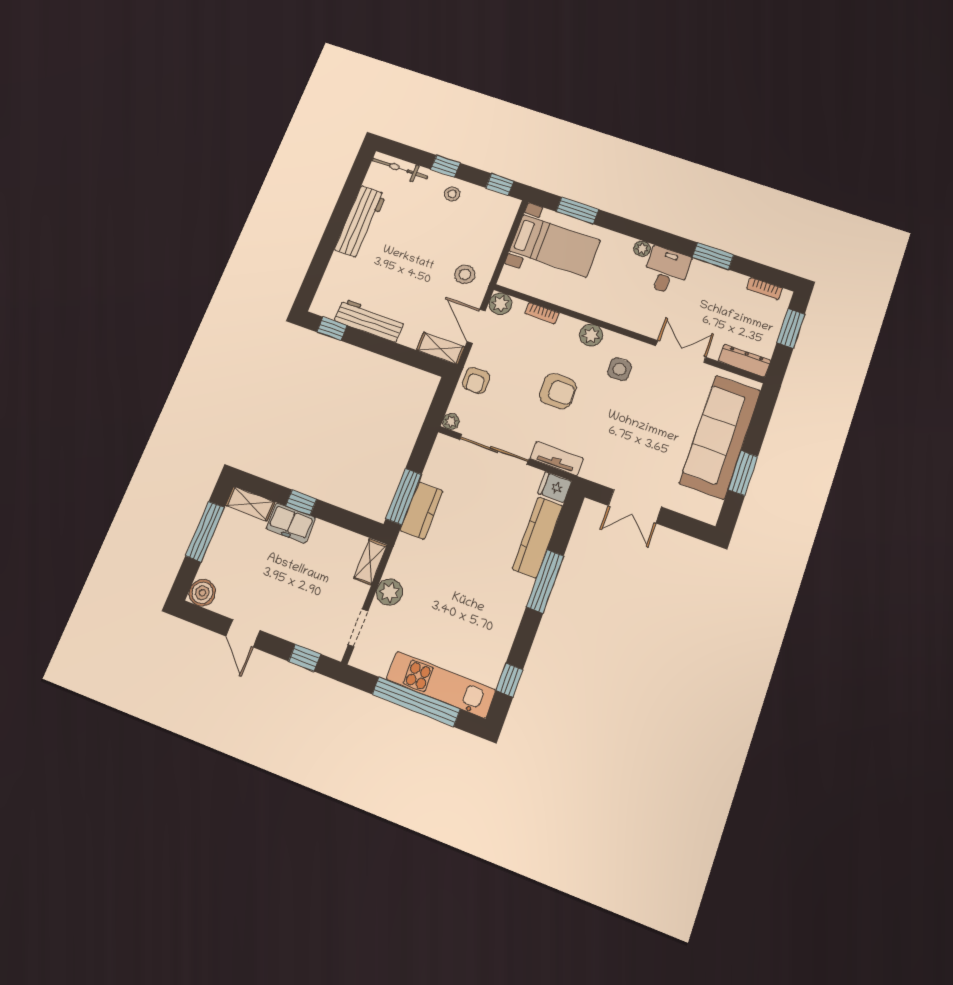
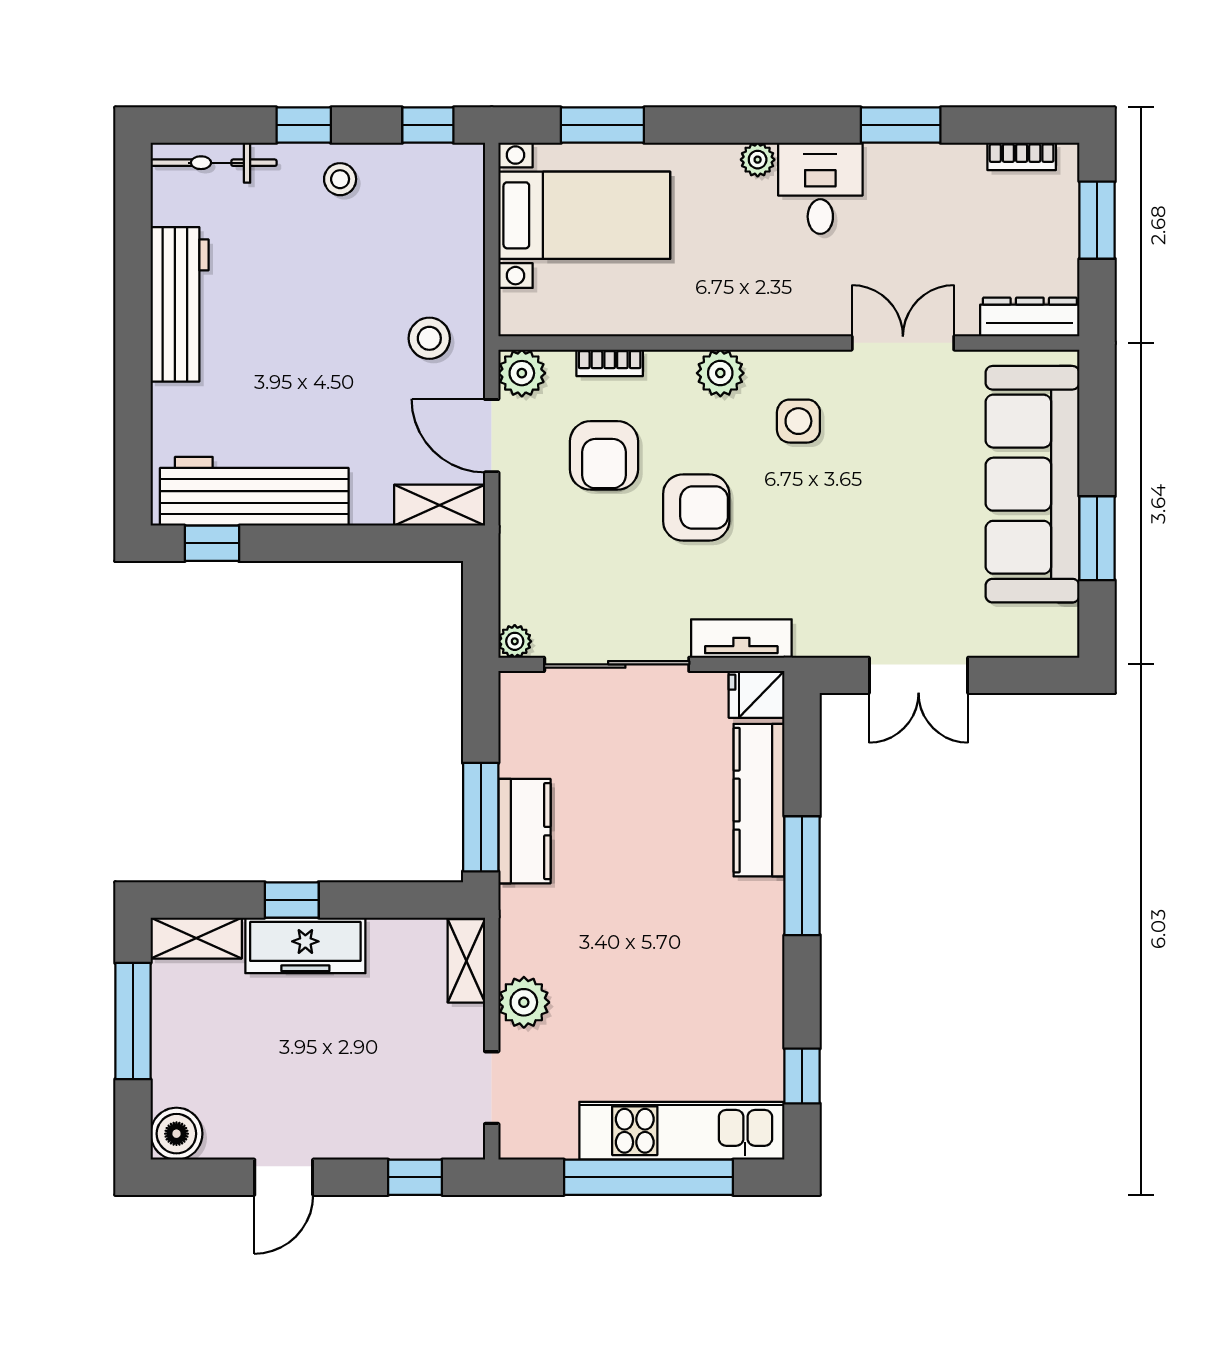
workbench: (370, 320) -> (254, 491), width x1.36, depth x1.32
armchair: (476, 381) -> (604, 455), moved, width x1.38, depth x1.38
freezer: (291, 523) -> (305, 945), width x1.40
door: (243, 633) -> (284, 1177), hinge flipped

